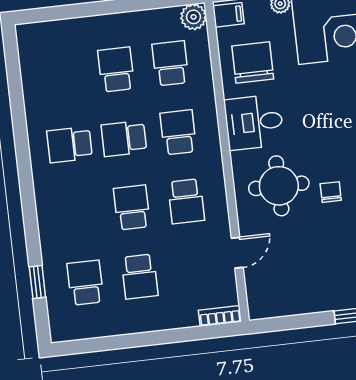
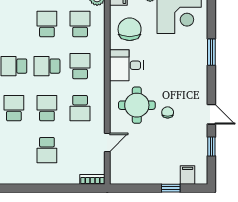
school desk: (85, 283) -> (14, 108), moved

